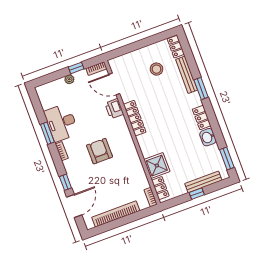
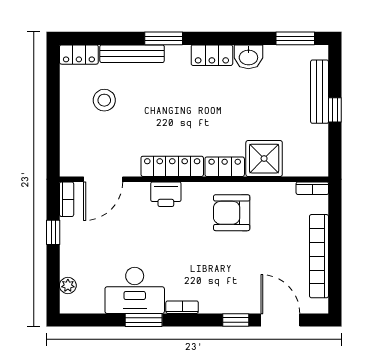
plant: (69, 79) -> (68, 285), moved
printer: (114, 109) -> (166, 194), moved
armchair: (100, 151) -> (232, 213), moved
locker: (160, 188) -> (225, 167), moved

